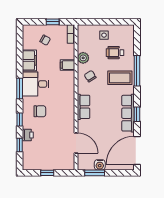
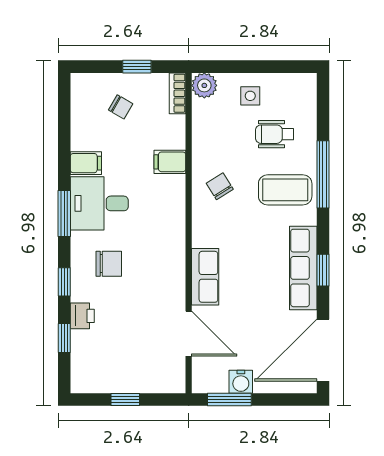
plant: (83, 58) -> (204, 85), moved
filing cabinet: (29, 60) -> (86, 163), width x0.50
row of seats: (84, 107) -> (205, 277), moved

